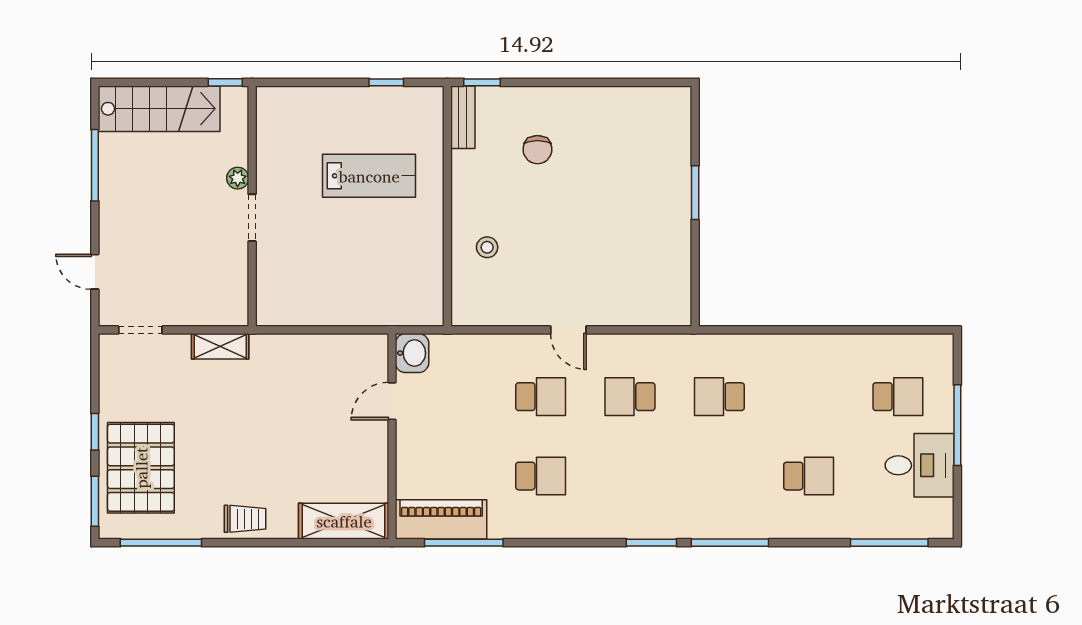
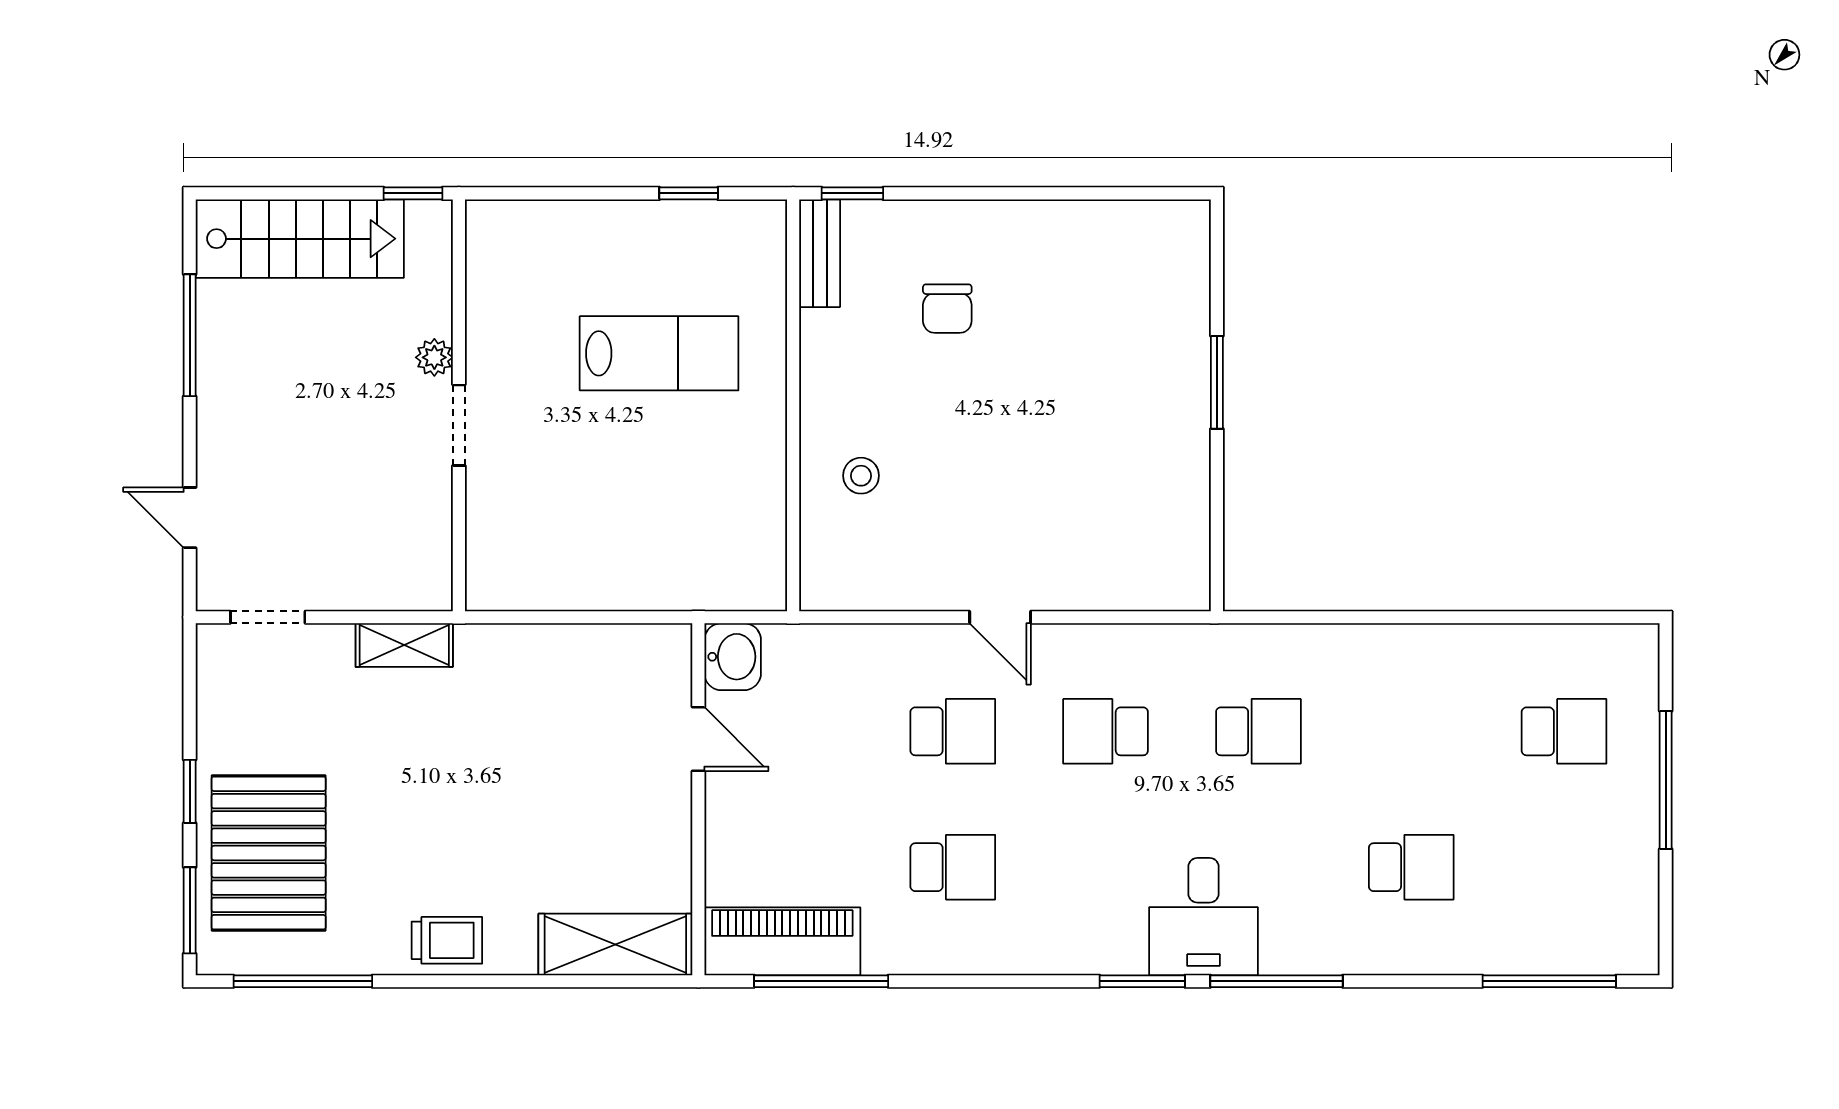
school desk: (719, 397) -> (1258, 731), turned 180
door: (392, 401) -> (698, 739), swing flipped
desk: (920, 465) -> (1203, 917), moved, turned 90

